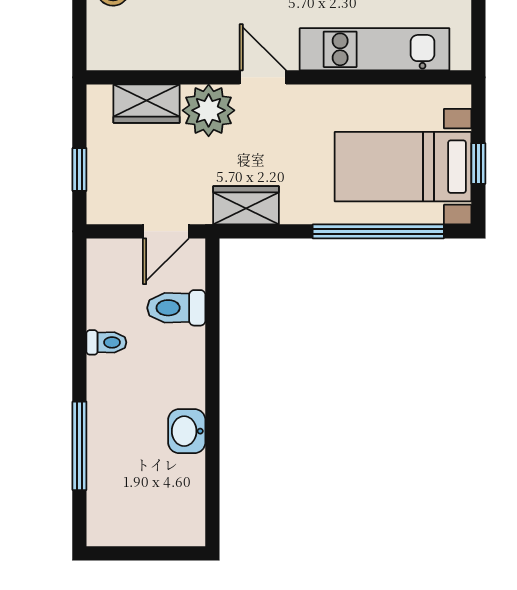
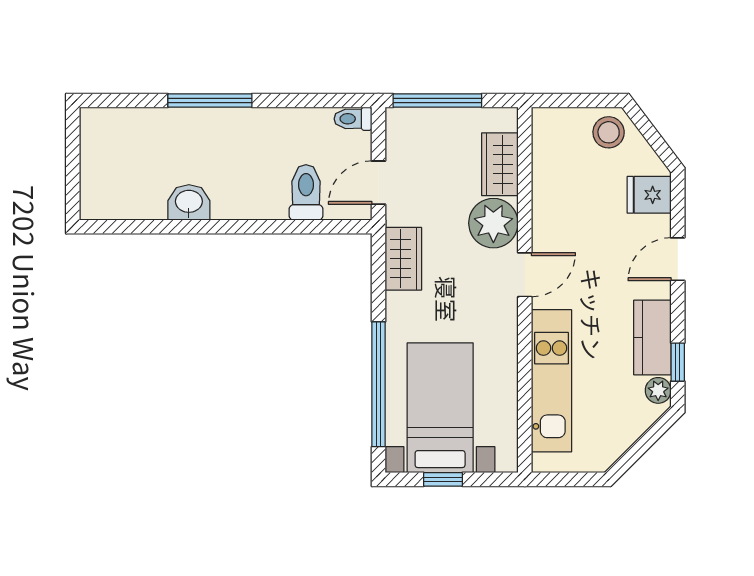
window: (79, 169) -> (437, 100), width x2.17
door: (166, 231) -> (379, 183), hinge flipped
toilet: (106, 342) -> (353, 119), moved, turned 90
window: (79, 446) -> (210, 100), moved

